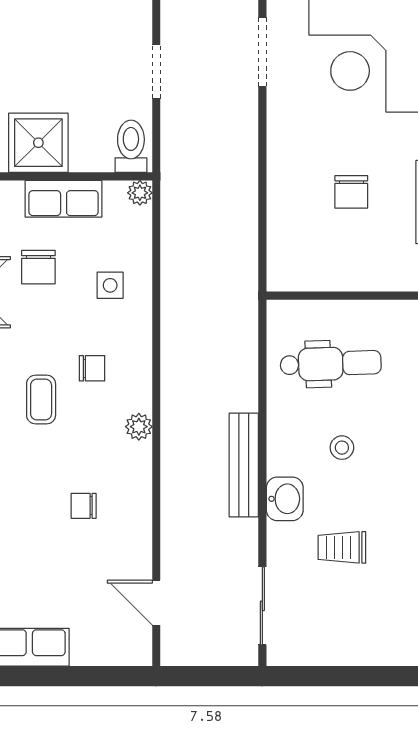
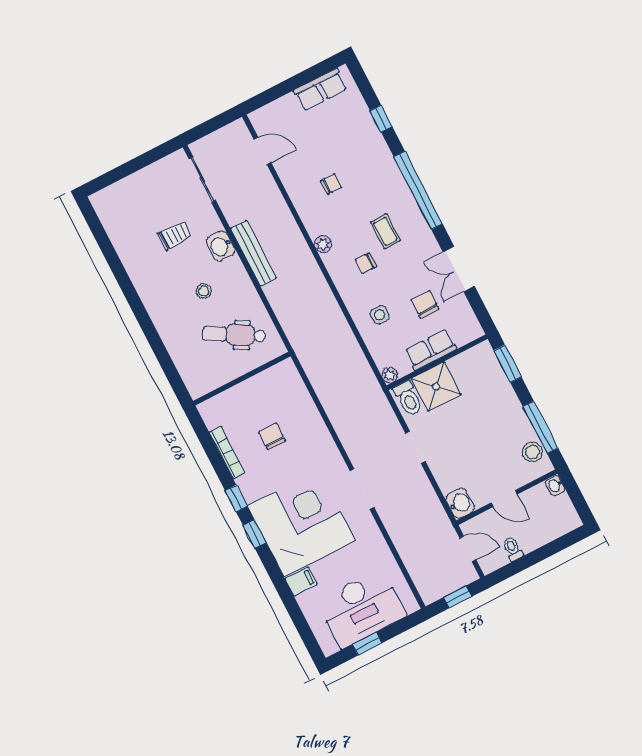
shower: (38, 143) -> (436, 386), moved
dental chair: (331, 364) -> (234, 335), turned 32

